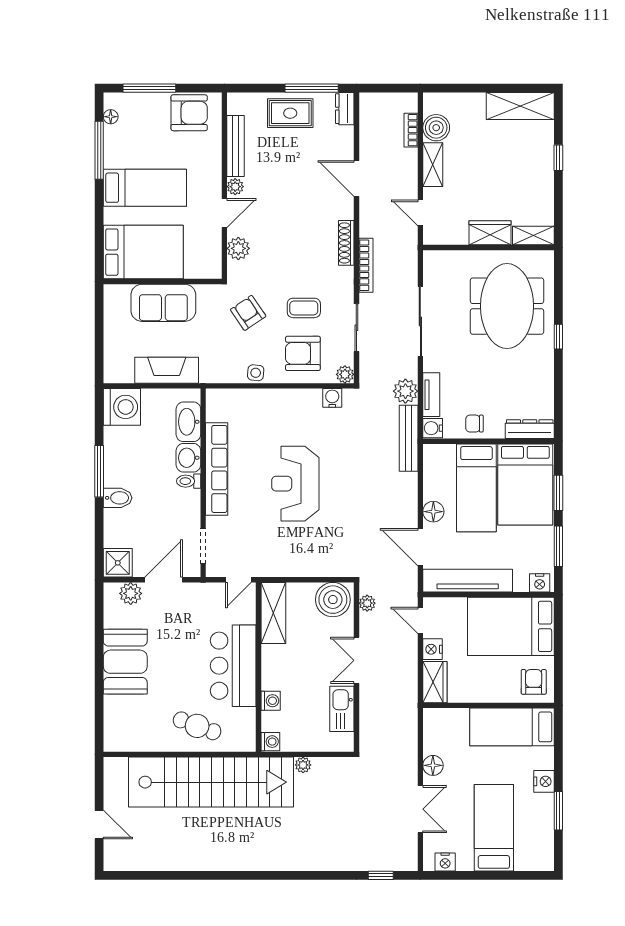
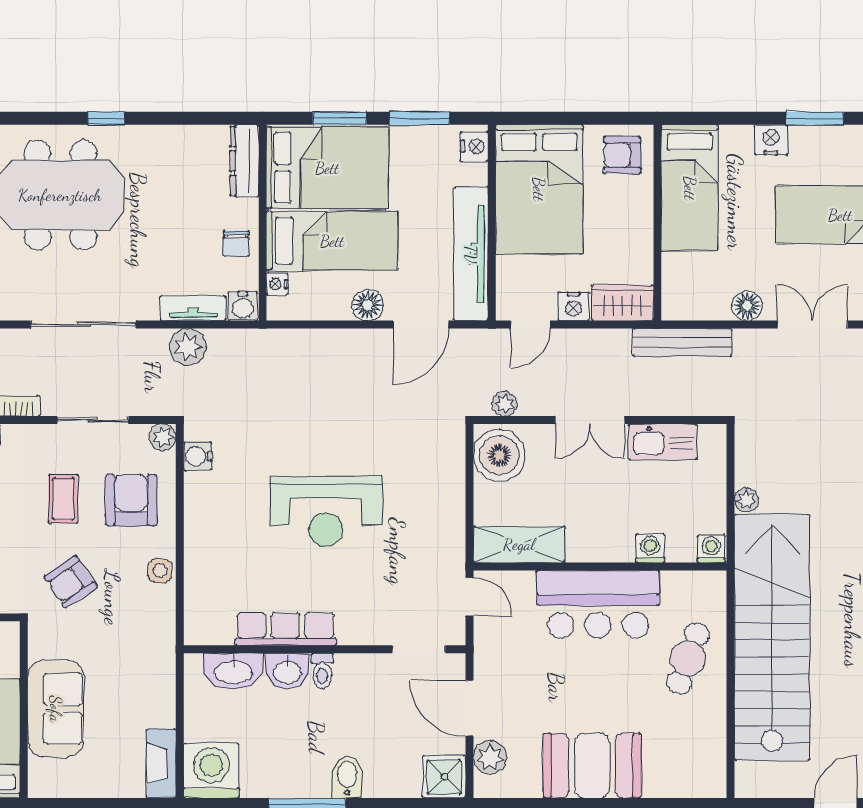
armchair: (303, 353) -> (131, 500), turned 180
fireplace: (167, 370) -> (161, 764), moved, width x0.73, depth x0.76
bench: (409, 438) -> (682, 342), moved
nightstand: (447, 451) -> (277, 284), added
row of seats: (217, 469) -> (285, 629), width x0.73

